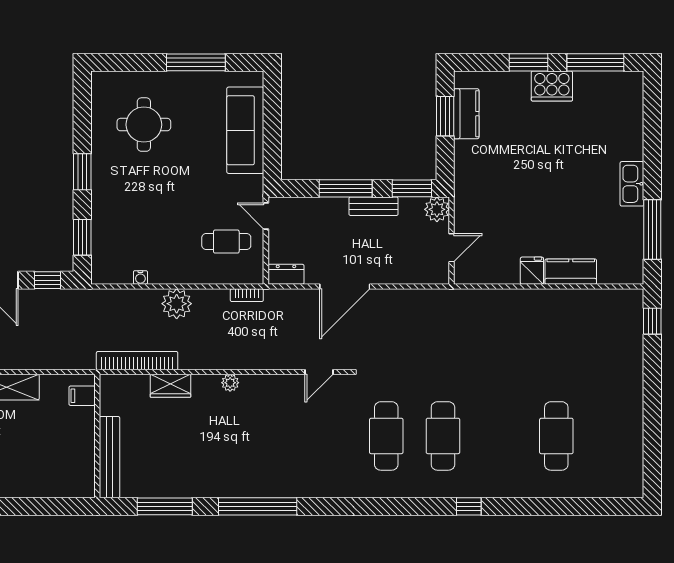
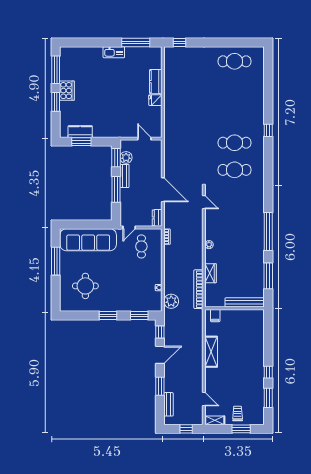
sofa: (245, 130) -> (88, 240), width x1.36, depth x1.27
plant: (437, 209) -> (126, 157), moved
plant: (177, 304) -> (171, 301), moved
cafe table: (556, 436) -> (235, 61), moved

